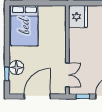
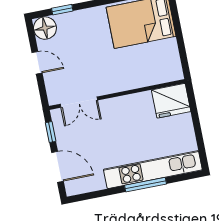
floor lamp: (16, 68) -> (45, 28), moved
door: (37, 97) -> (37, 63), width x0.53

